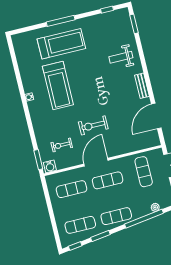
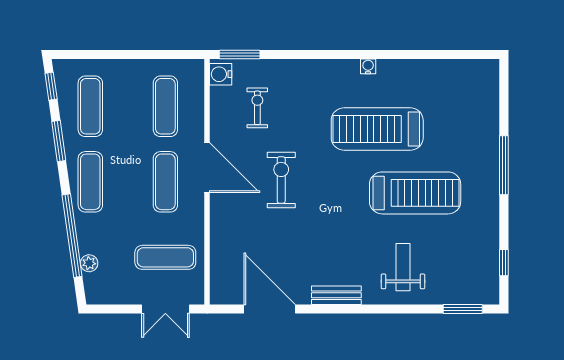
treadmill: (61, 44) -> (415, 193), moved, turned -90

